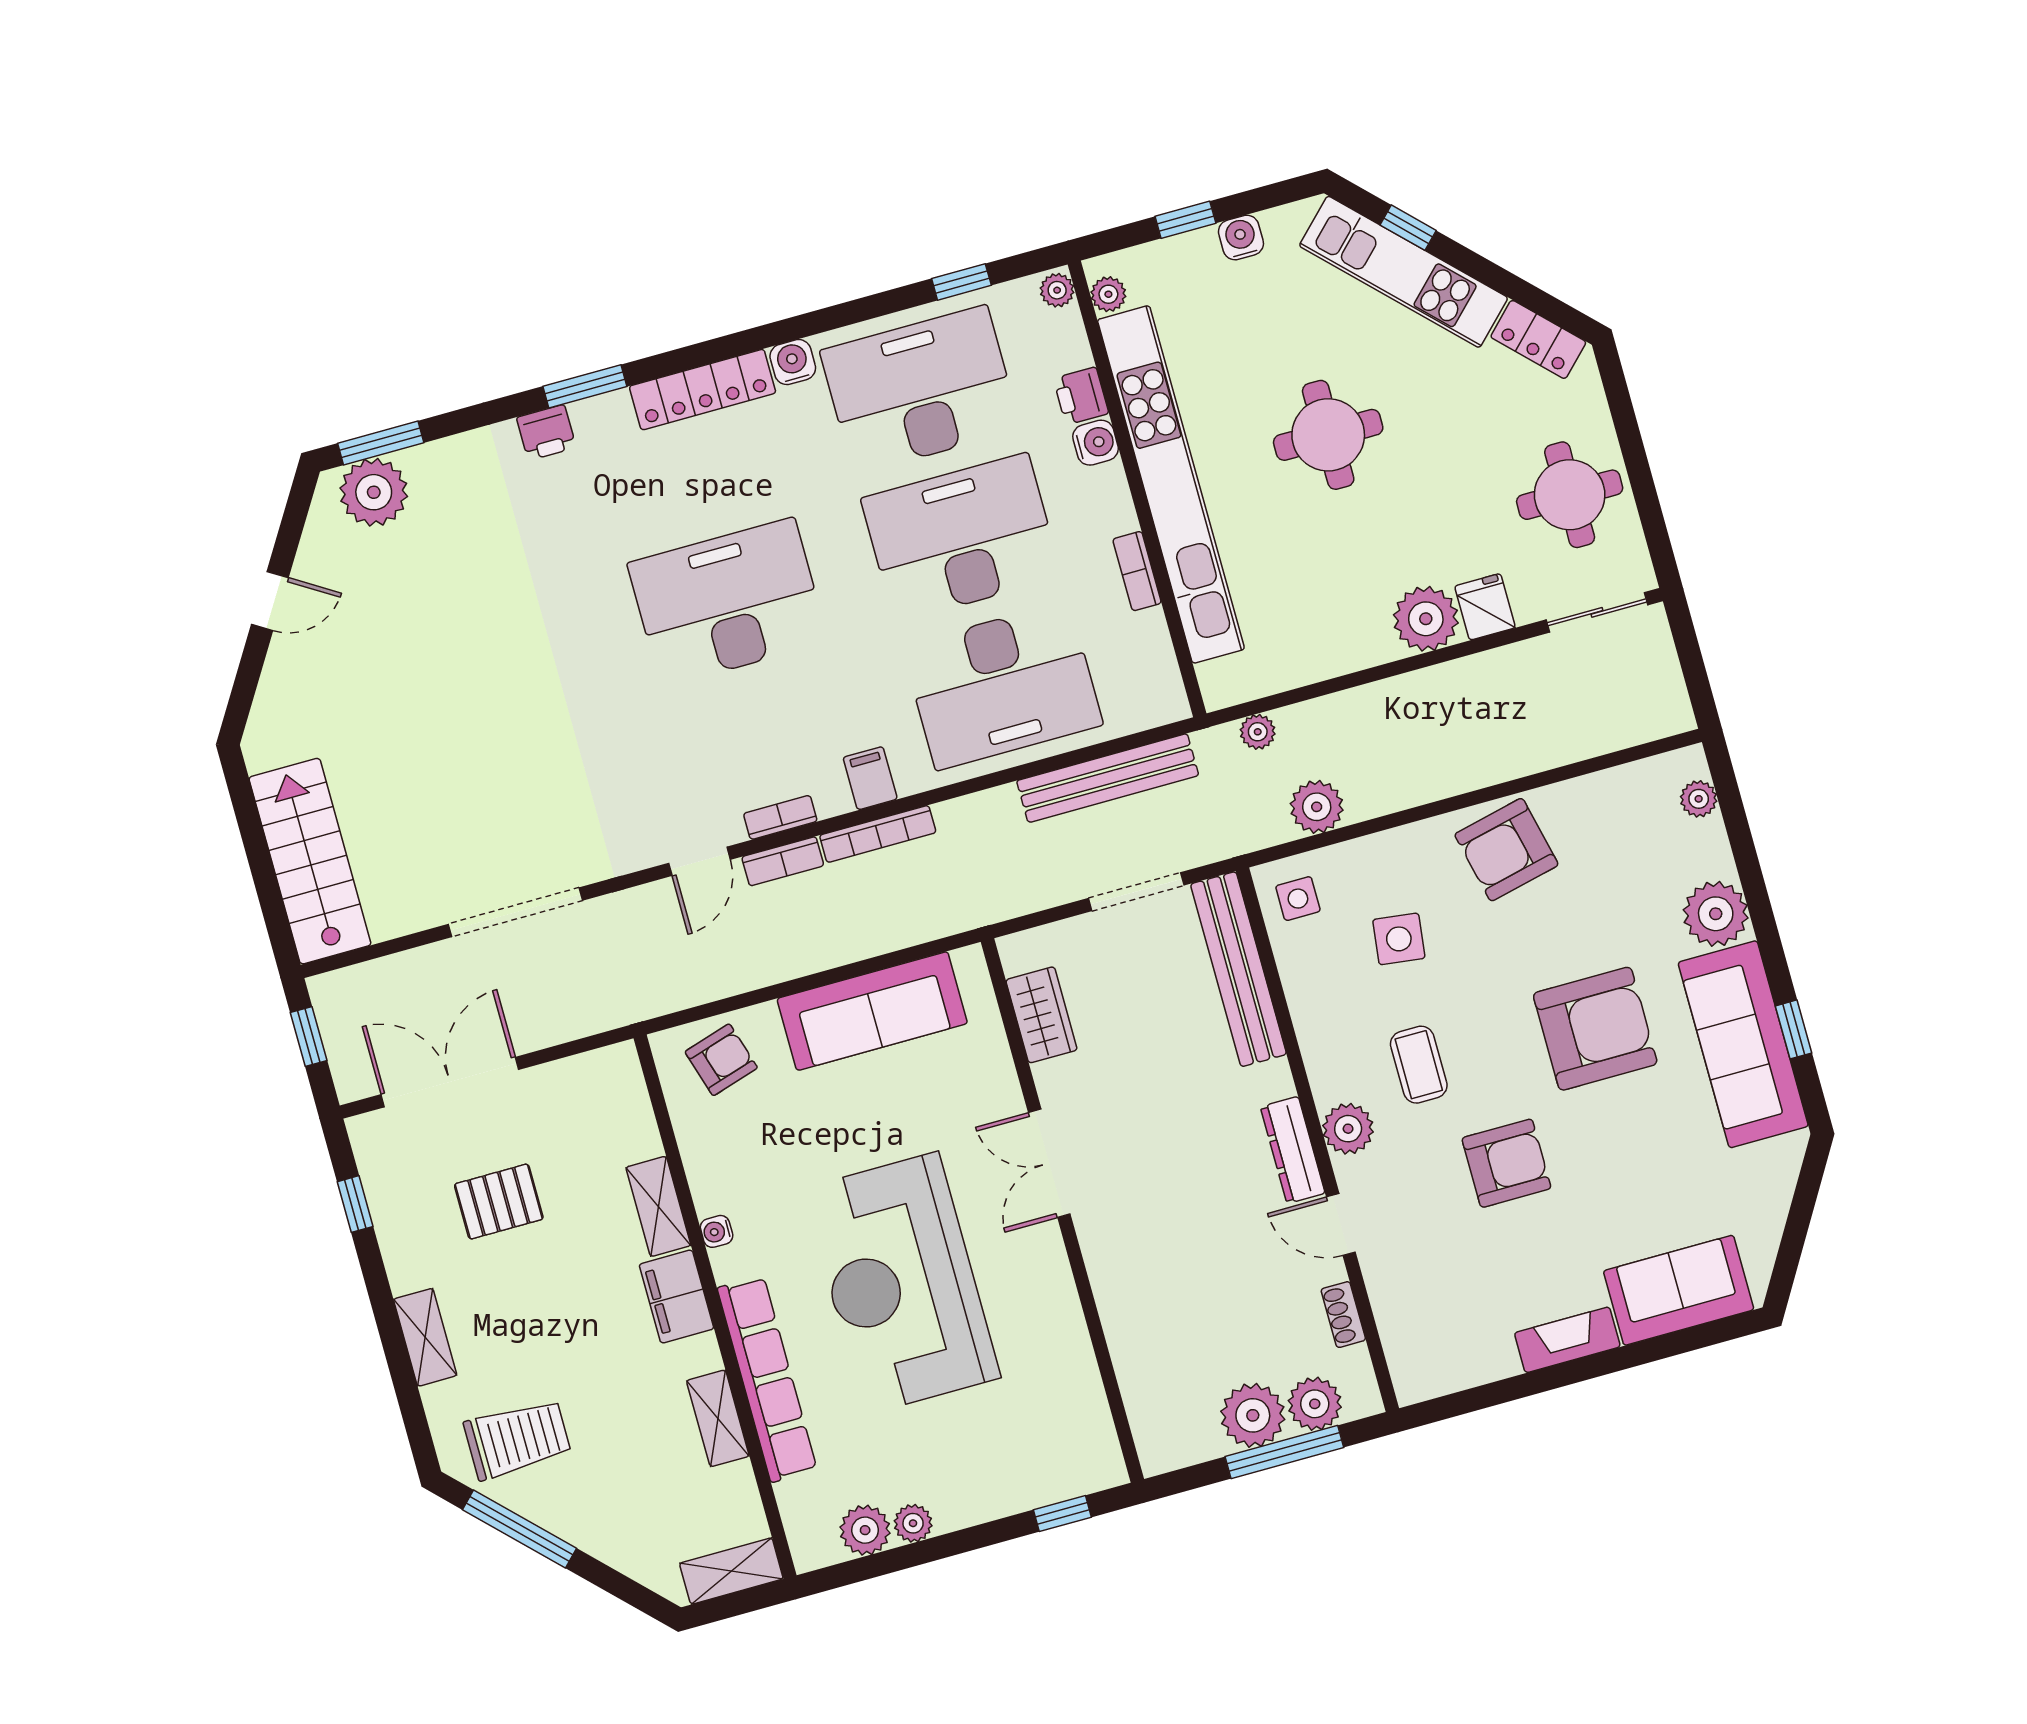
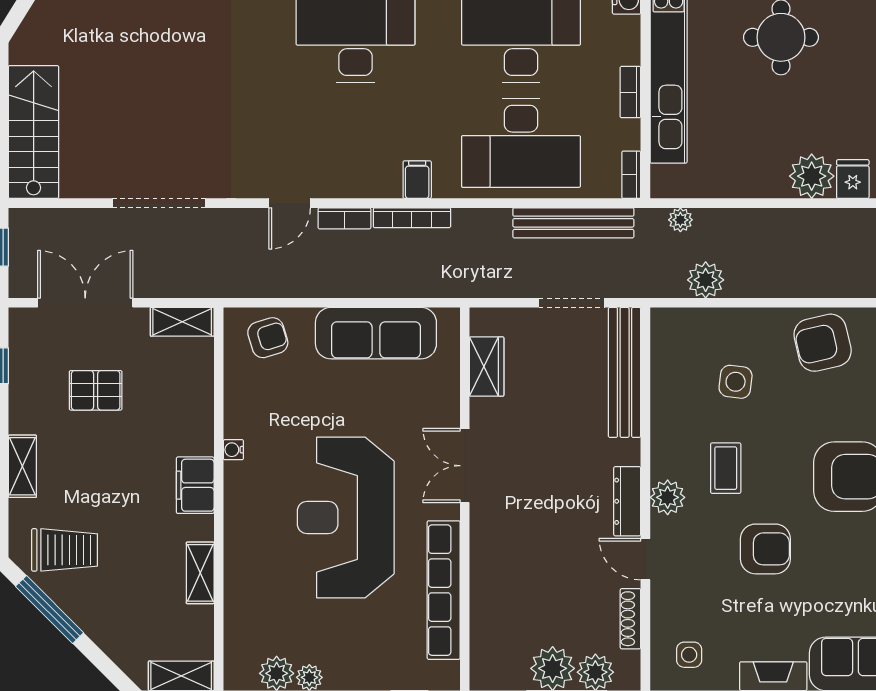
bookcase: (780, 817) -> (631, 175), moved, turned -90
side table: (1298, 899) -> (689, 655), moved
shelving: (658, 1206) -> (182, 322), moved, turned 90
shoe rack: (1343, 1315) -> (630, 619), width x1.43
row of seats: (767, 1379) -> (444, 590), moved, turned 180

